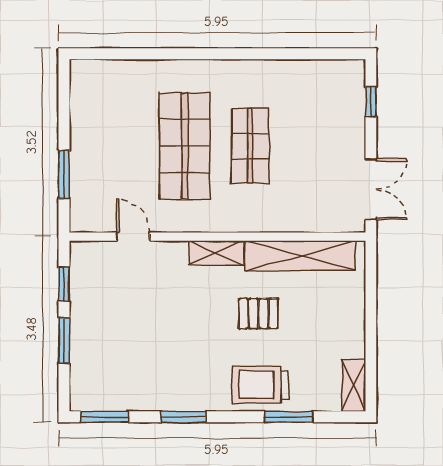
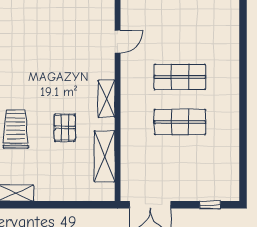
shop shelf: (185, 146) -> (180, 77), width x0.70, depth x0.74
shelving: (300, 256) -> (105, 156), width x0.68

